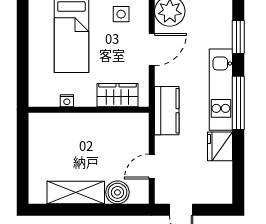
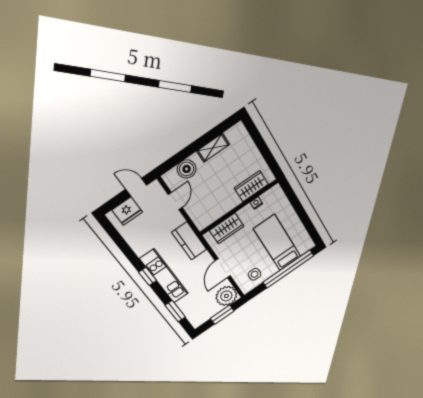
window: (238, 103) -> (148, 276), width x0.46
wardrobe: (61, 124) -> (251, 186), added
fridge: (220, 146) -> (127, 211), moved, turned 90
shelving: (76, 193) -> (213, 148), width x0.67, depth x0.75

